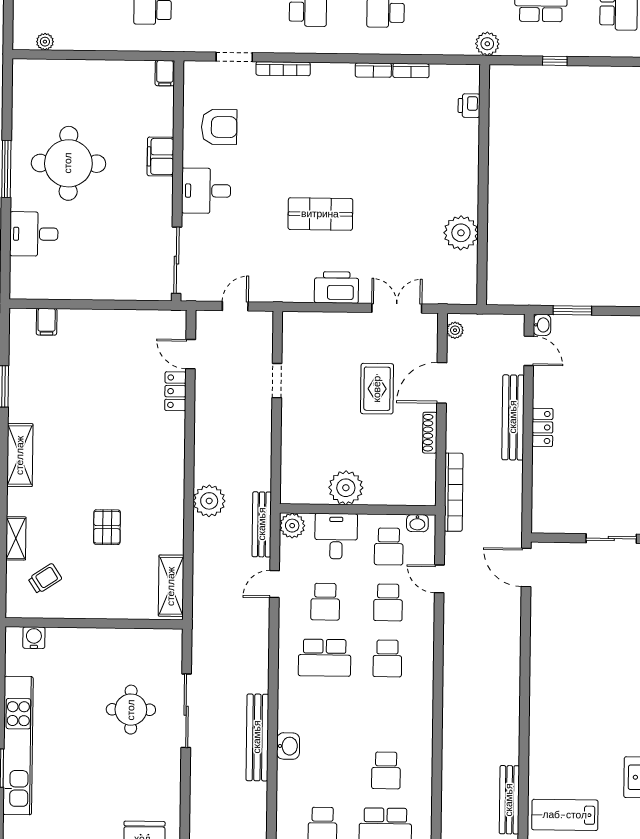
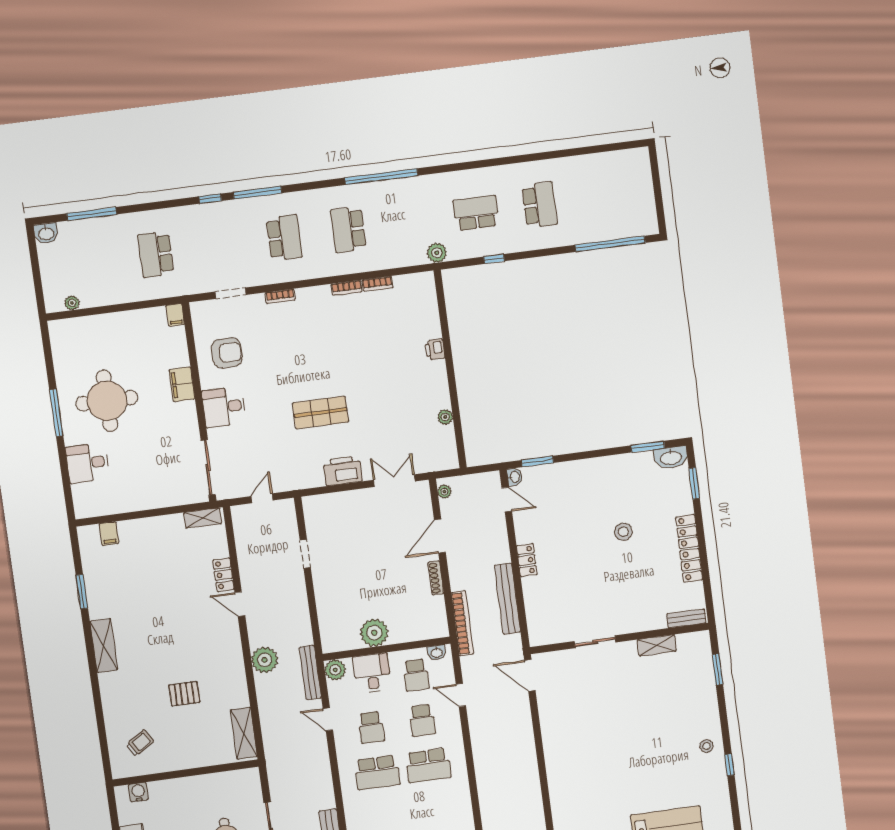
bookcase: (283, 69) -> (280, 296), width x0.64
printer: (469, 106) -> (435, 349), moved
plant: (461, 233) -> (445, 417), width x0.53, depth x0.53
door: (191, 354) -> (240, 604), moved
rug: (377, 389) -> (388, 548), removed
bench: (513, 417) -> (507, 599), moved
pallet: (107, 527) -> (184, 694), turned 90
shelving: (16, 538) -> (203, 518), moved, turned 90
door: (274, 584) -> (328, 719), hinge flipped
school desk: (387, 658) -> (428, 765), width x1.85

